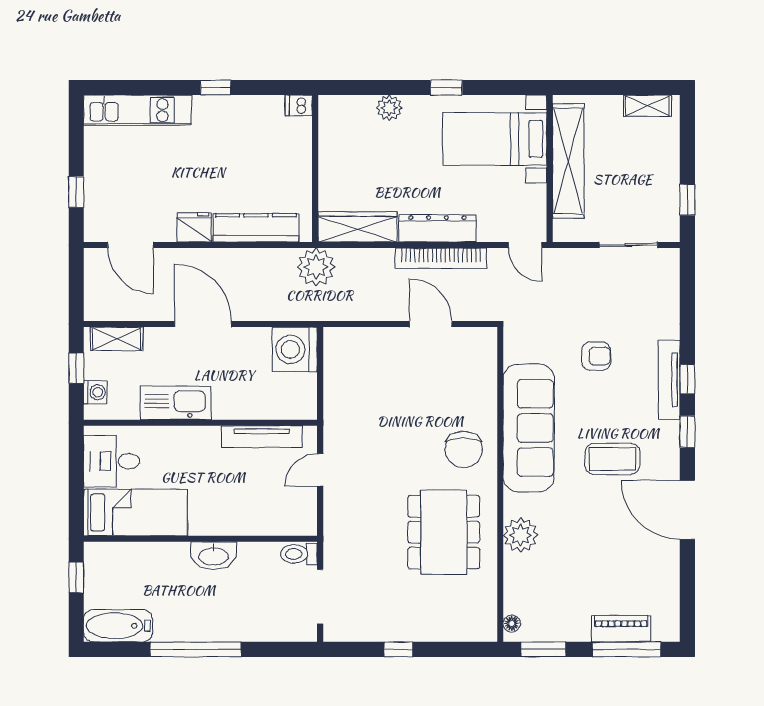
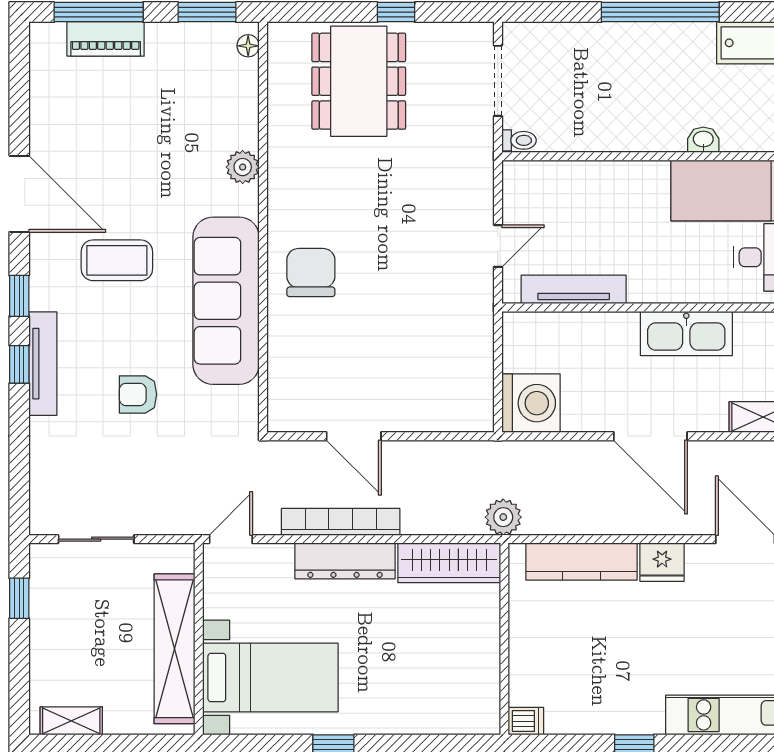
plant: (389, 108) -> (408, 718), removed
door: (525, 245) -> (231, 539), hinge flipped
plant: (316, 267) -> (503, 517), width x0.73, depth x0.73
dining table: (444, 532) -> (359, 81), moved
plant: (521, 535) -> (243, 167), width x0.73, depth x0.73
toilet: (299, 554) -> (519, 140), width x0.73, depth x0.72
washbasin: (213, 556) -> (703, 140), moved, width x0.52, depth x0.69

